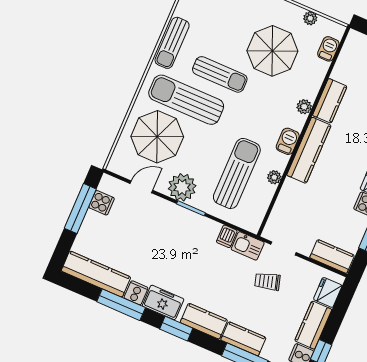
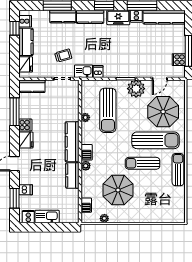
barbecue: (288, 141) -> (87, 152), moved

